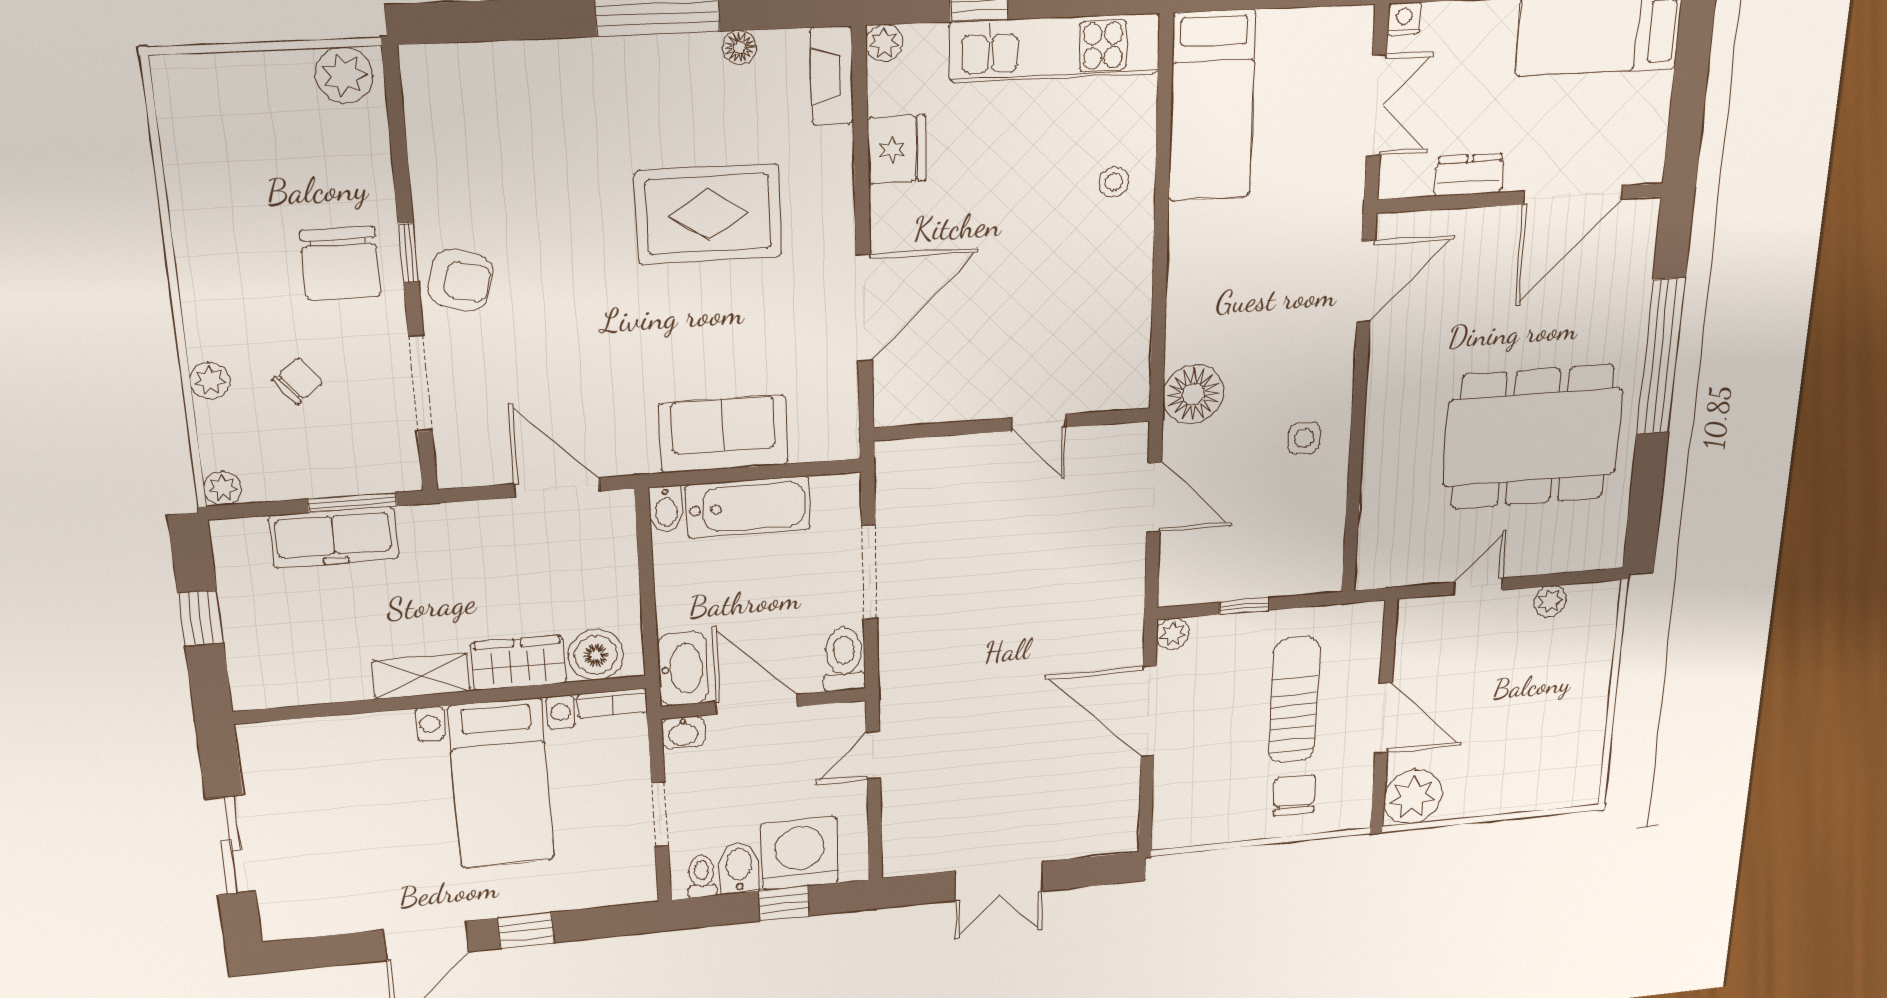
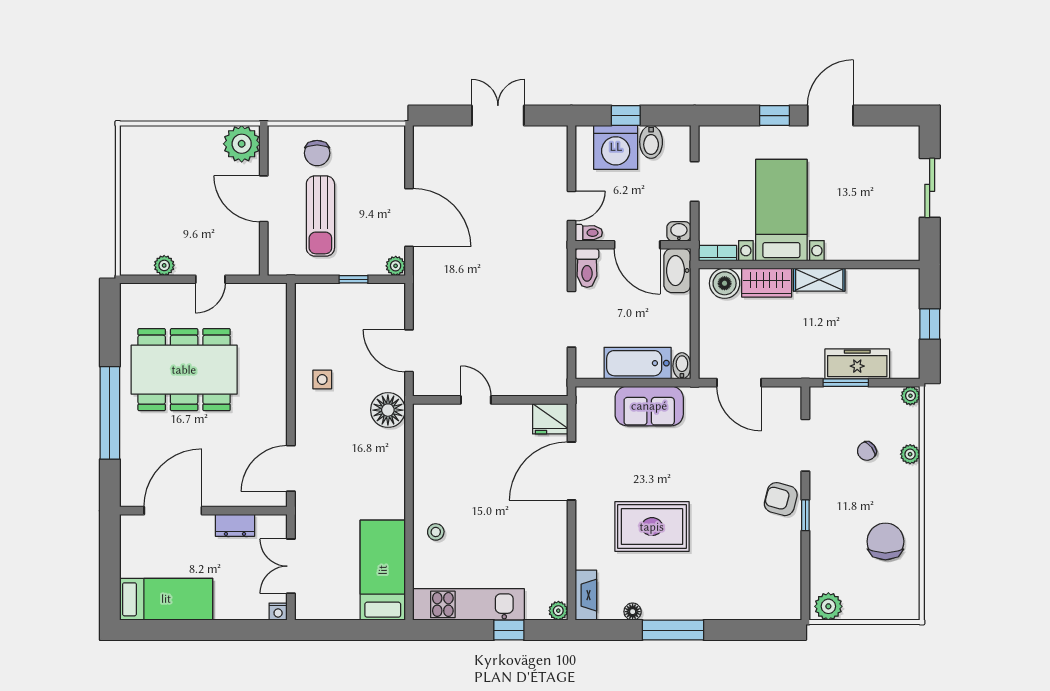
fridge: (897, 149) -> (550, 419), moved, turned -90
chair: (340, 264) -> (885, 541), moved
toilet: (702, 876) -> (589, 233), moved, turned -90

